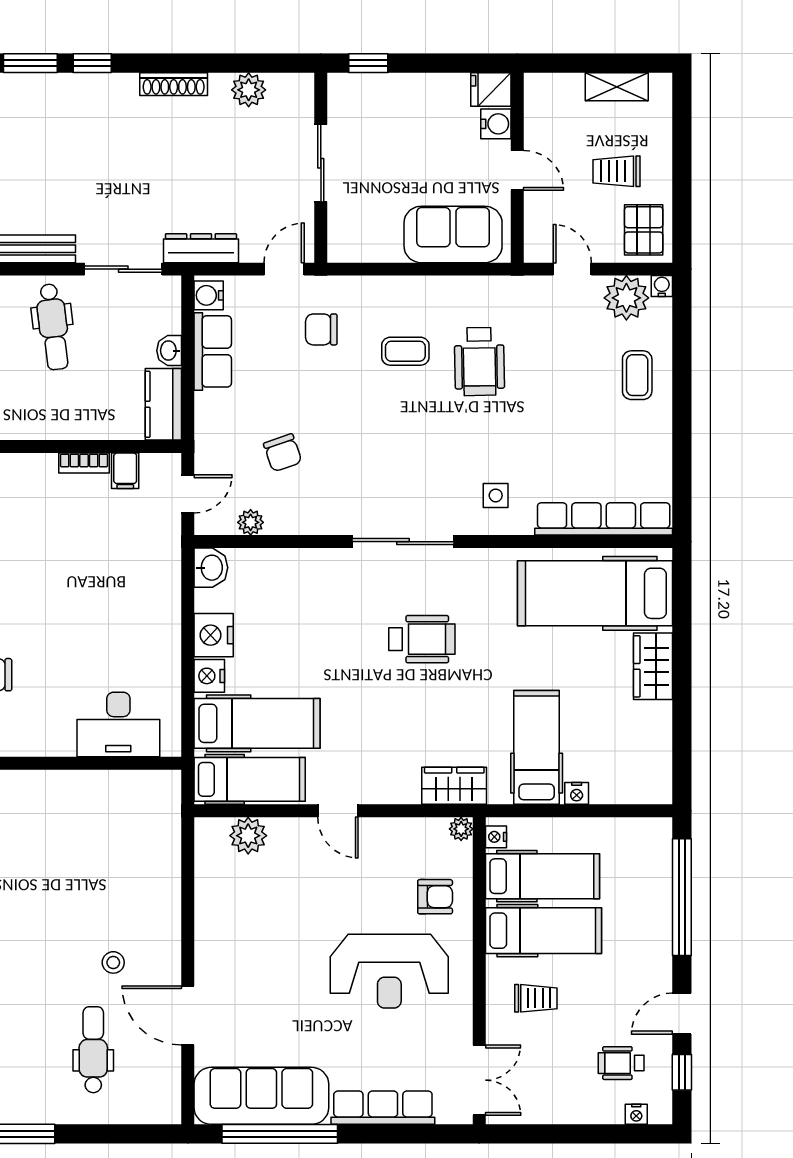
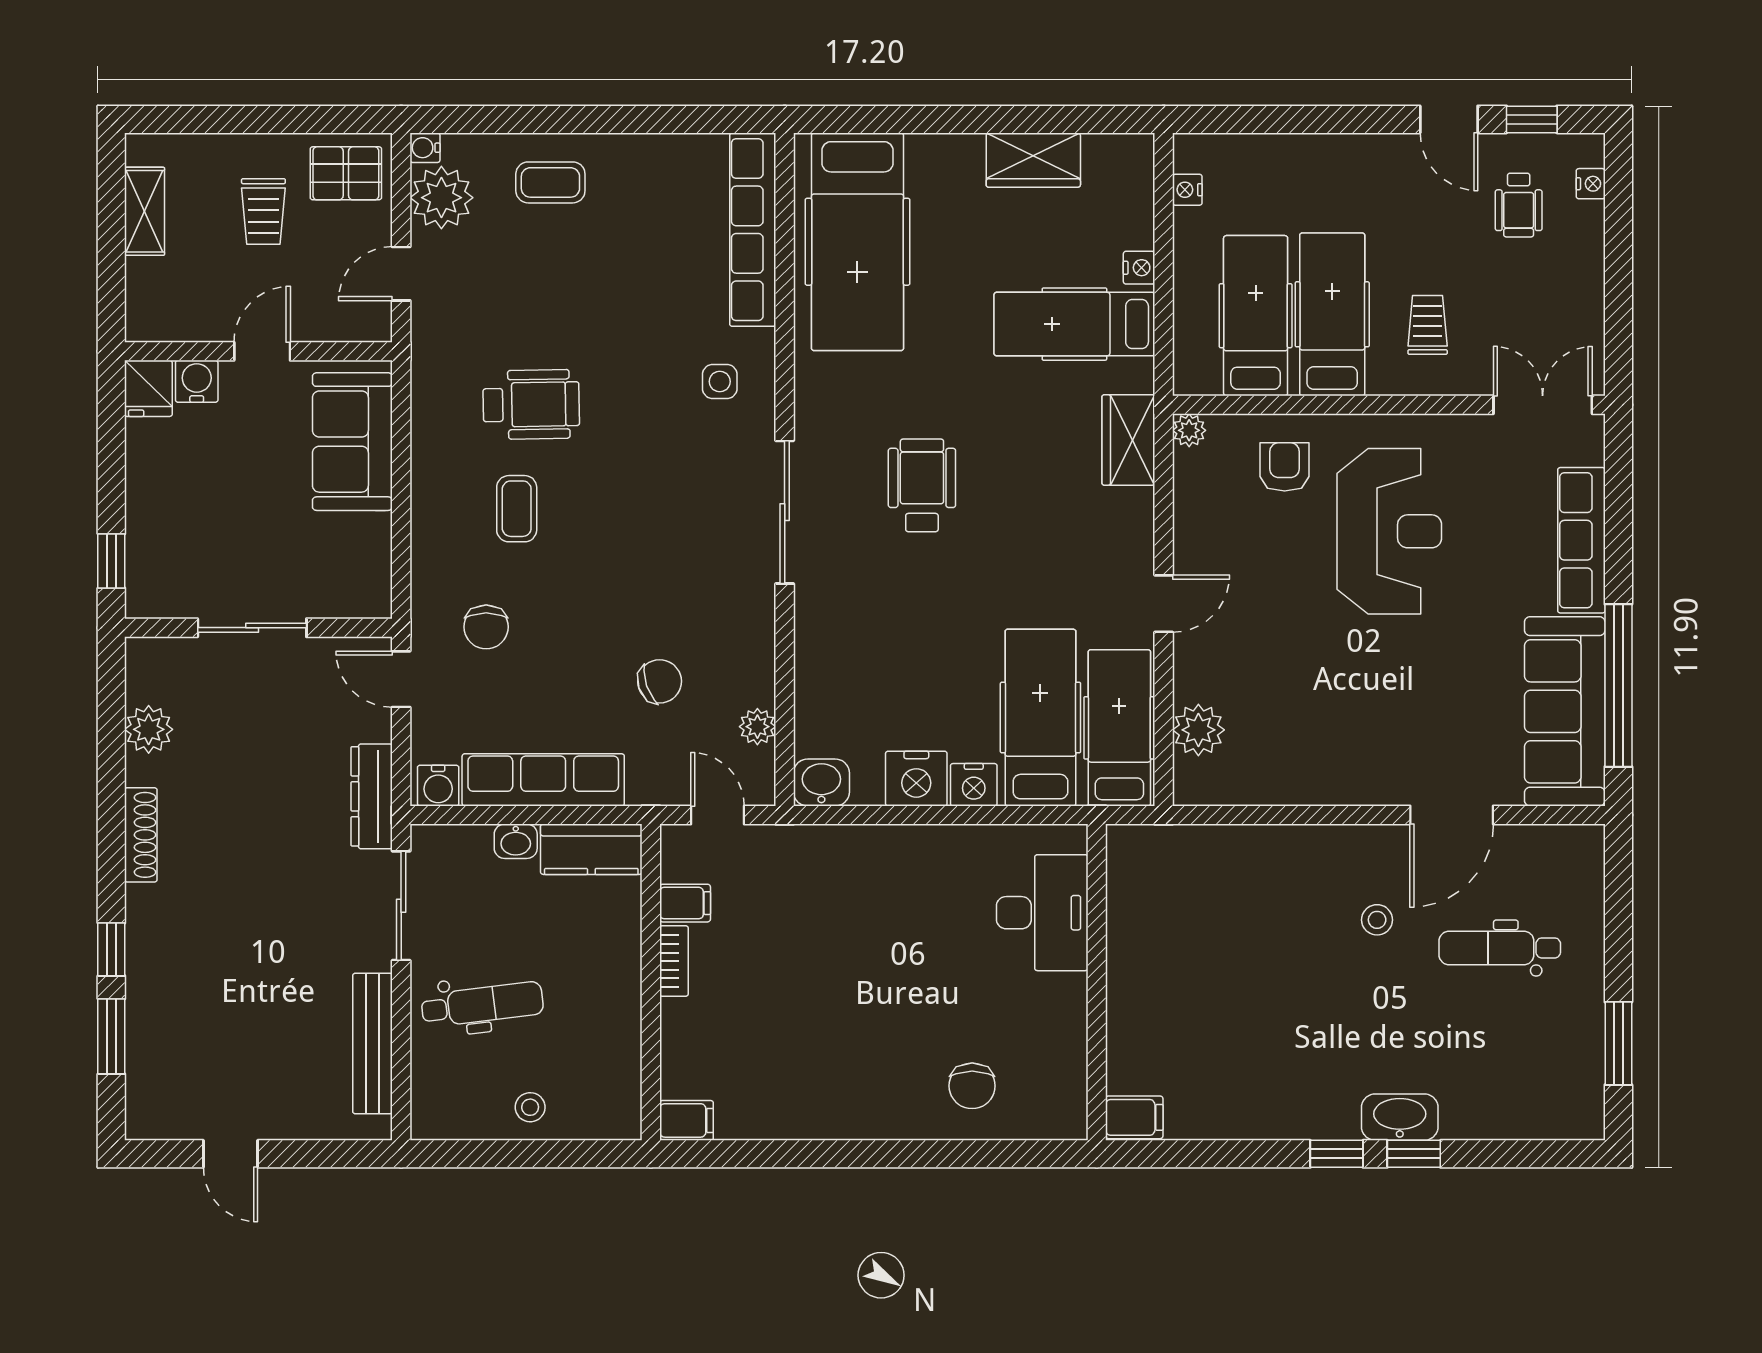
row of seats: (213, 351) -> (543, 780), width x1.48
wardrobe: (653, 666) -> (1033, 160), moved
nightstand: (496, 837) -> (1187, 190), moved, turned 90
window: (682, 897) -> (1285, 119), removed

